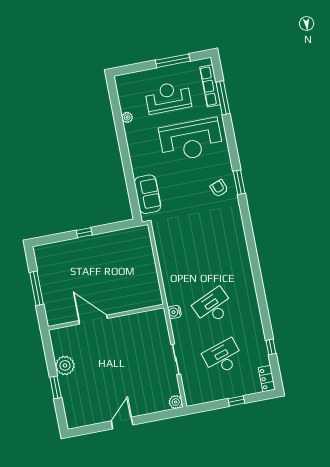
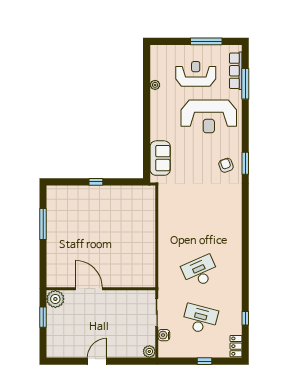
water cooler: (174, 312) -> (164, 335), moved
wall: (106, 317) -> (101, 289), moved
door: (93, 320) -> (89, 289), moved
desk: (223, 357) -> (200, 319), turned 33

